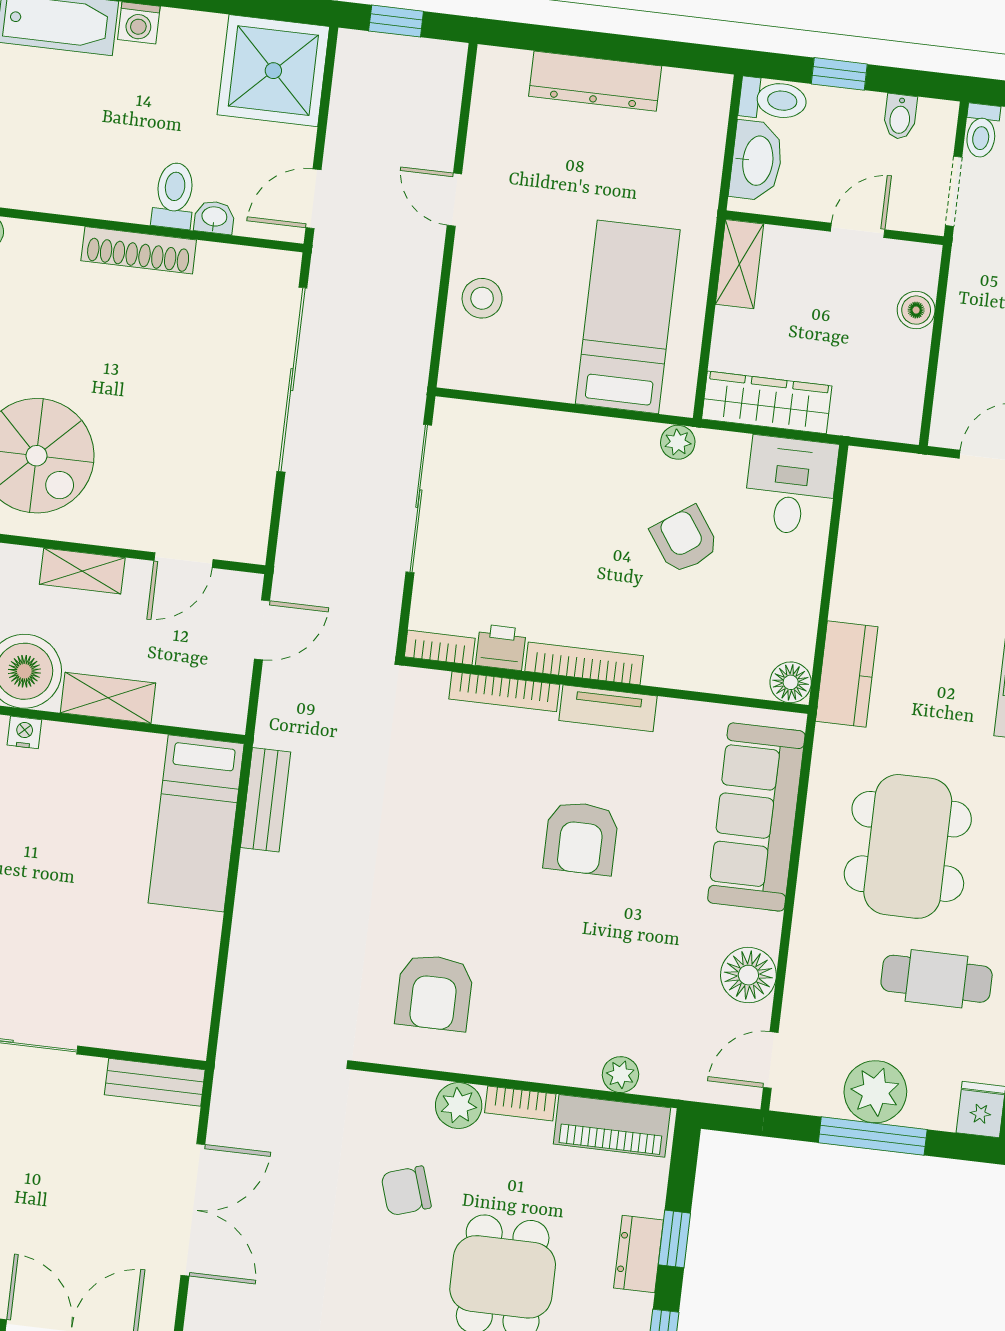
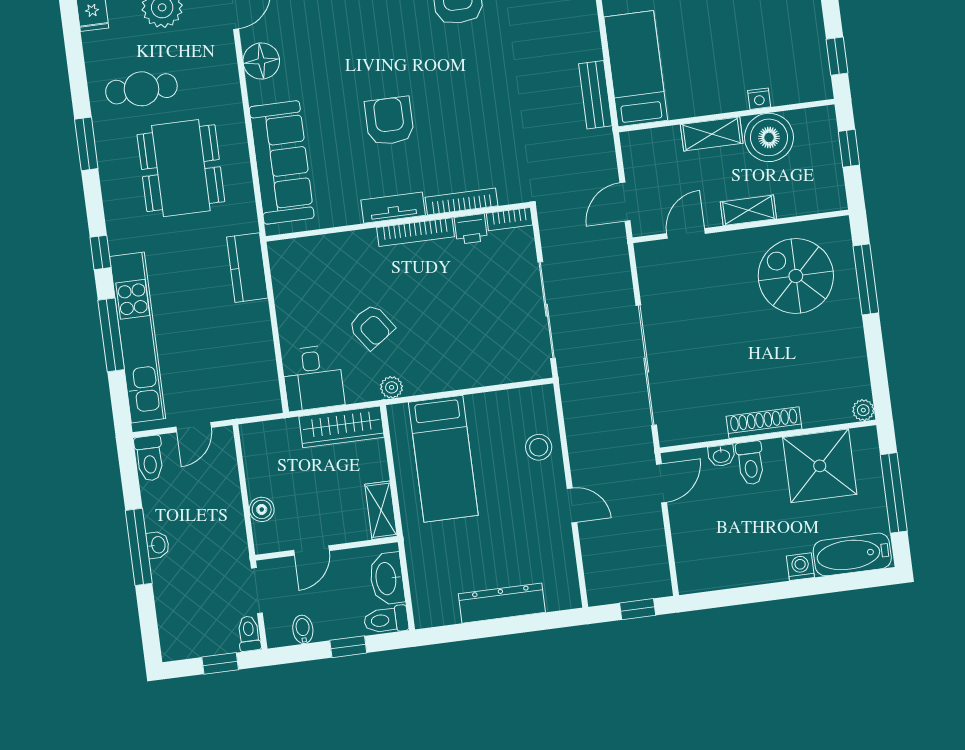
shower: (273, 71) -> (820, 466), moved
floor lamp: (791, 682) -> (281, 253), removed

